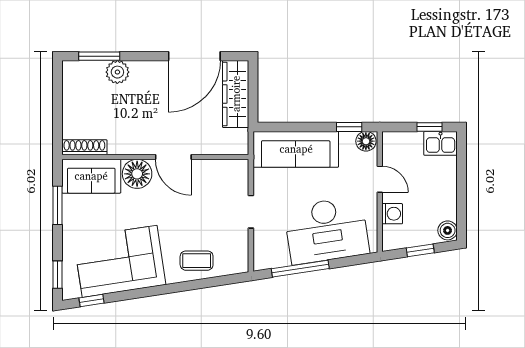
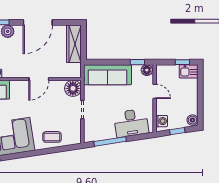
door: (194, 56) -> (38, 22), moved
door: (173, 157) -> (39, 79), hinge flipped
floor lamp: (137, 174) -> (73, 88), moved
washing machine: (392, 214) -> (162, 121), moved
desk: (327, 230) -> (131, 123), width x0.73, depth x0.77

